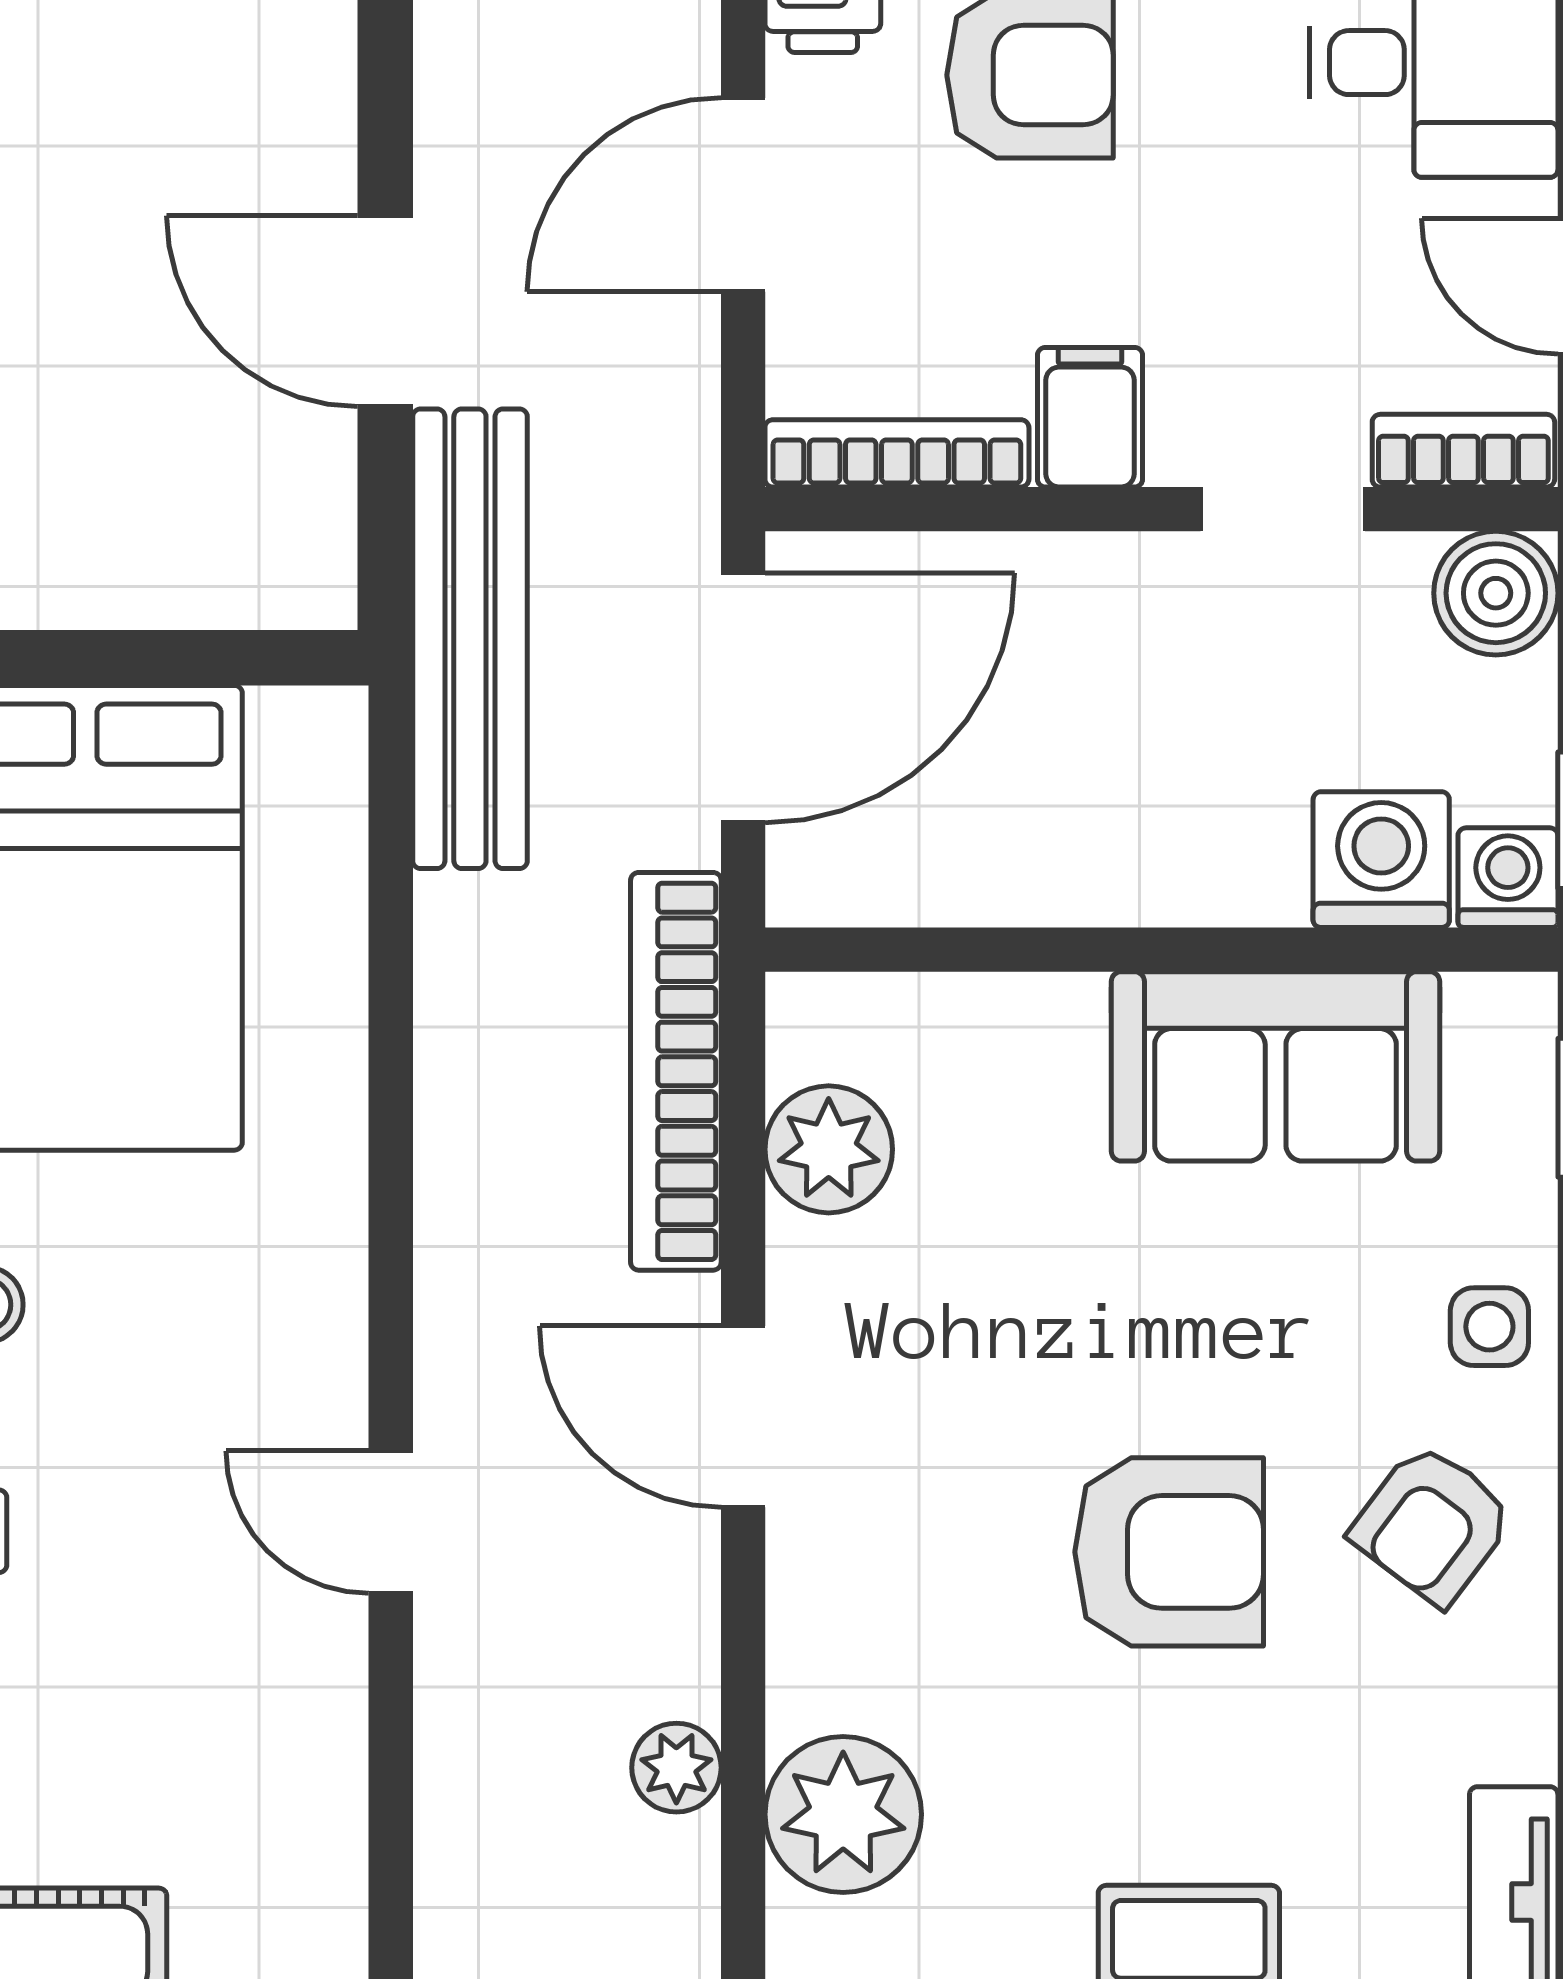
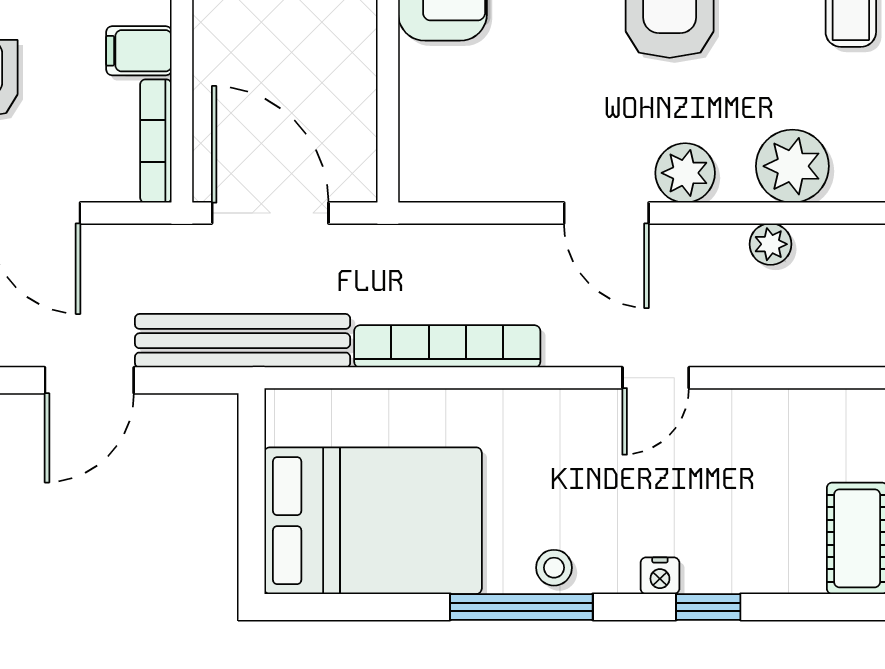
bookcase: (676, 1071) -> (447, 346), moved, turned 180
plant: (829, 1149) -> (685, 173), moved
door: (743, 1417) -> (606, 213), hinge flipped

